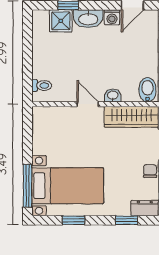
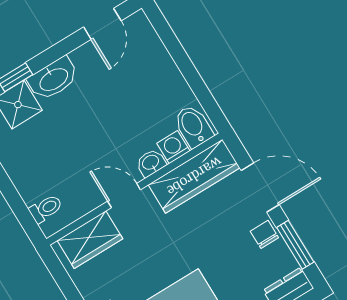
washing machine: (112, 17) -> (173, 147), moved, turned 180
wardrobe: (55, 117) -> (90, 240), added

